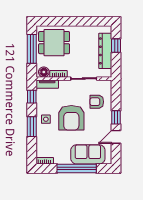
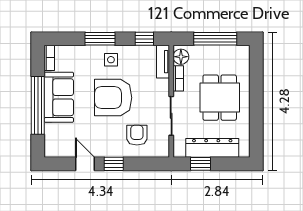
dining table: (54, 43) -> (220, 98), moved
window: (116, 46) -> (201, 164), moved
sofa: (88, 154) -> (59, 97), moved

